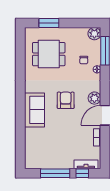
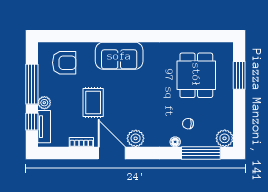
armchair: (66, 100) -> (64, 63), moved
rug: (68, 129) -> (93, 102), added
plant: (69, 164) -> (44, 103), added

